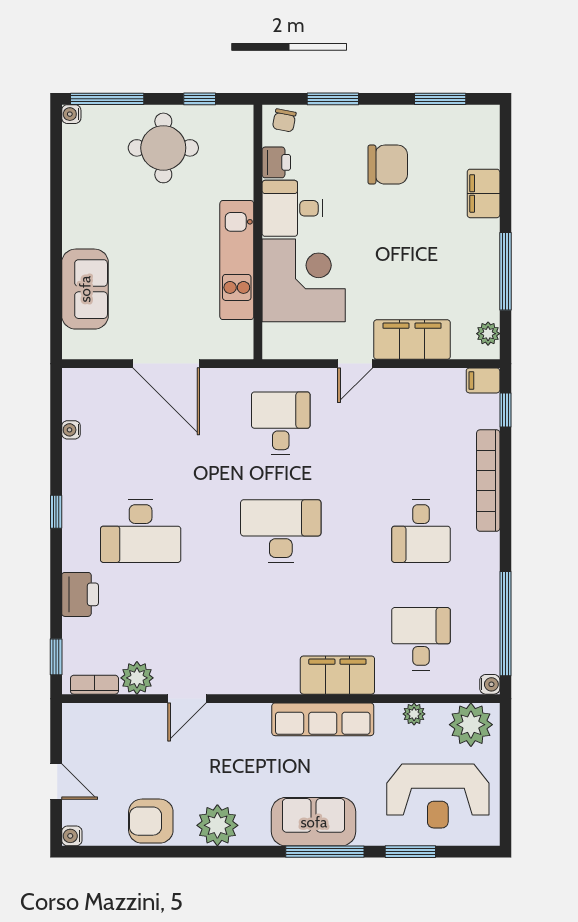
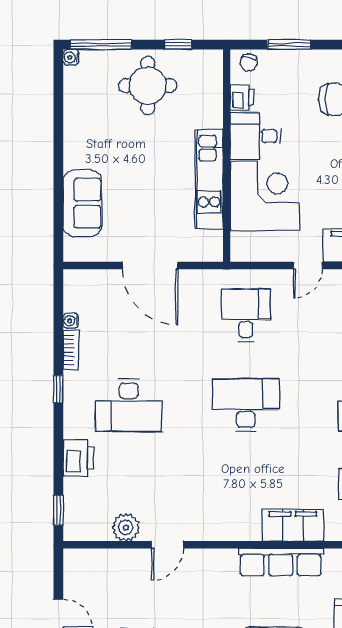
bookcase: (94, 685) -> (71, 350), moved, turned 90

